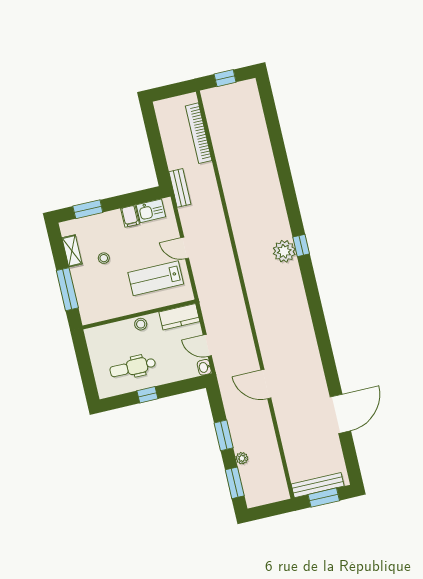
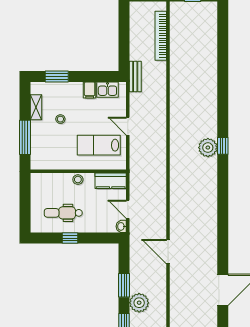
plant: (242, 458) -> (139, 303), width x1.88, depth x1.88

